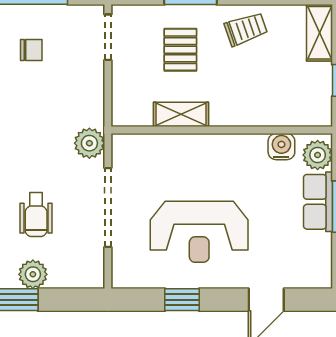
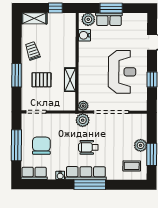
chair: (31, 50) -> (41, 146), width x1.87, depth x1.87
plant: (122, 144) -> (83, 106), added
wheelchair: (36, 215) -> (88, 147), moved, turned 180

